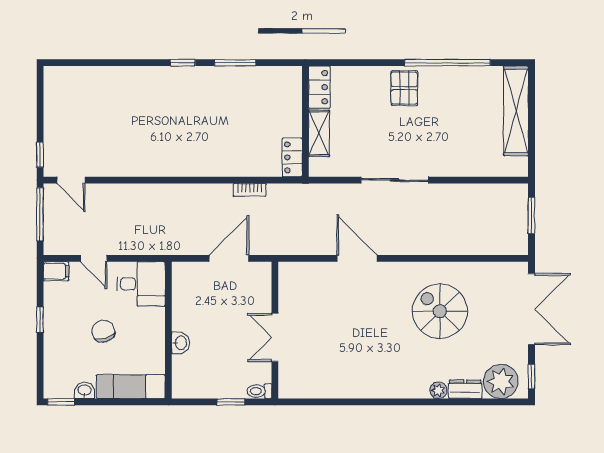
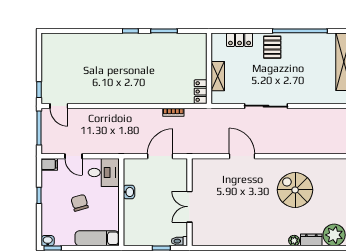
locker: (319, 87) -> (240, 40), moved, turned 90
washbasin: (180, 343) -> (129, 192), moved
washbasin: (85, 390) -> (48, 241), moved

